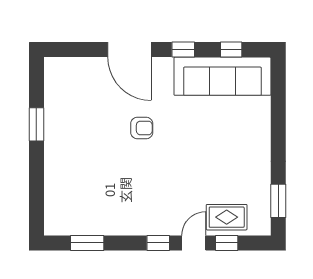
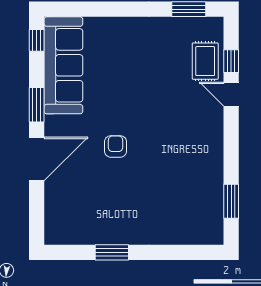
window: (183, 50) -> (37, 105), width x1.50
window: (231, 50) -> (37, 40), moved
window: (158, 243) -> (231, 130), removed

